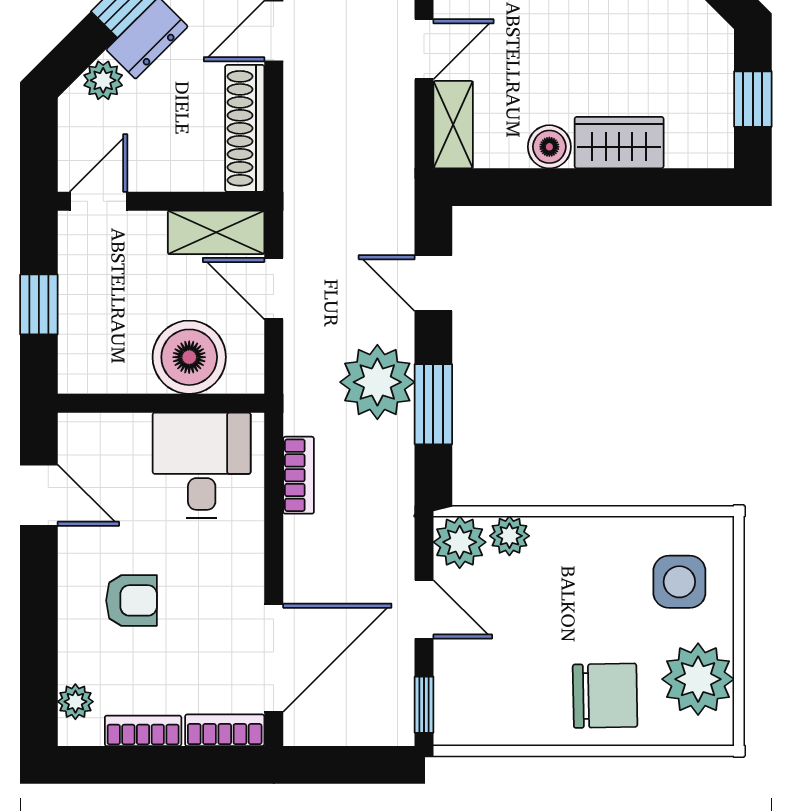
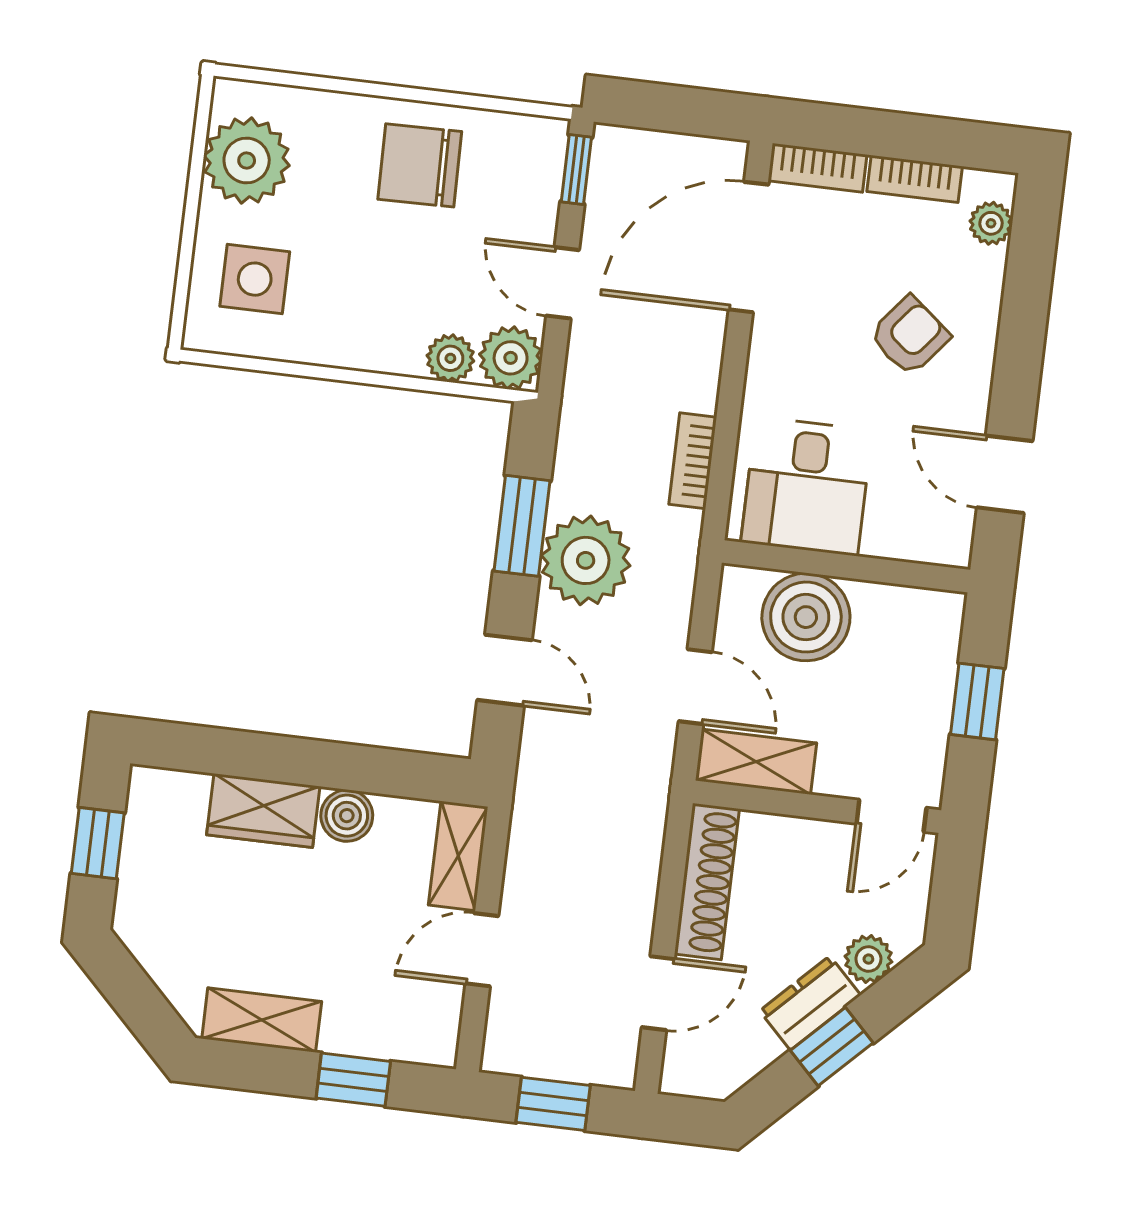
armchair: (131, 600) -> (910, 336), turned 129
chair: (605, 696) -> (420, 165), moved

